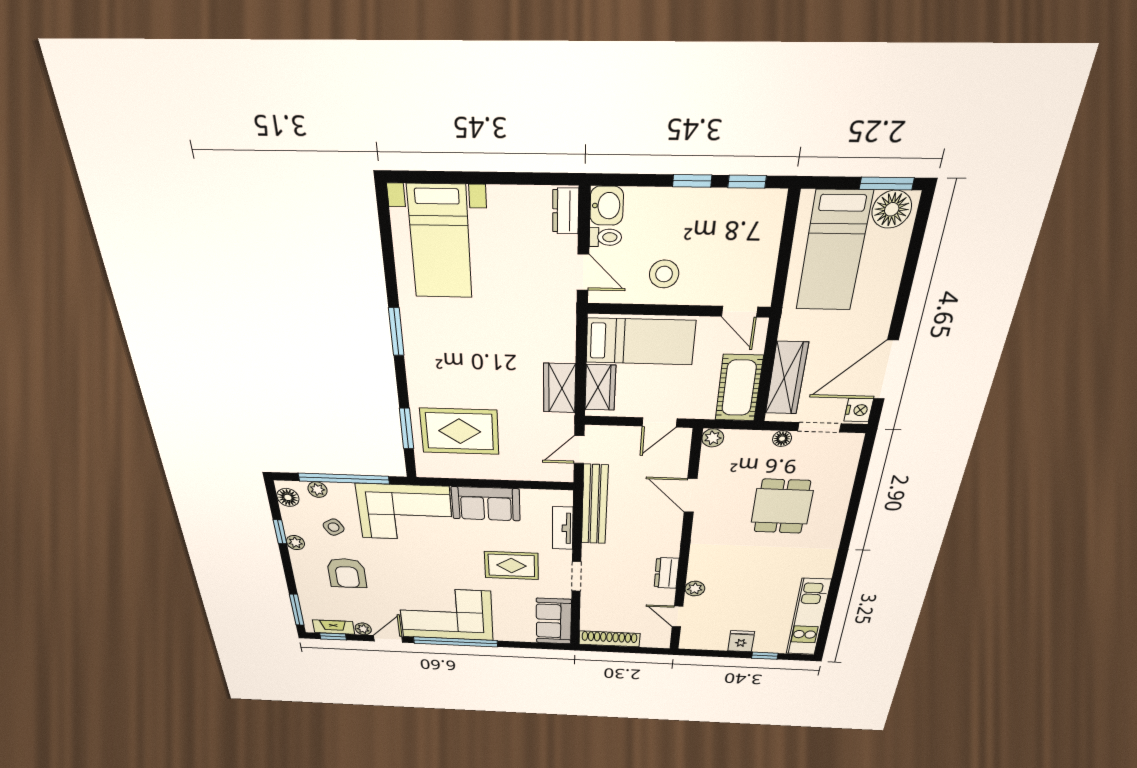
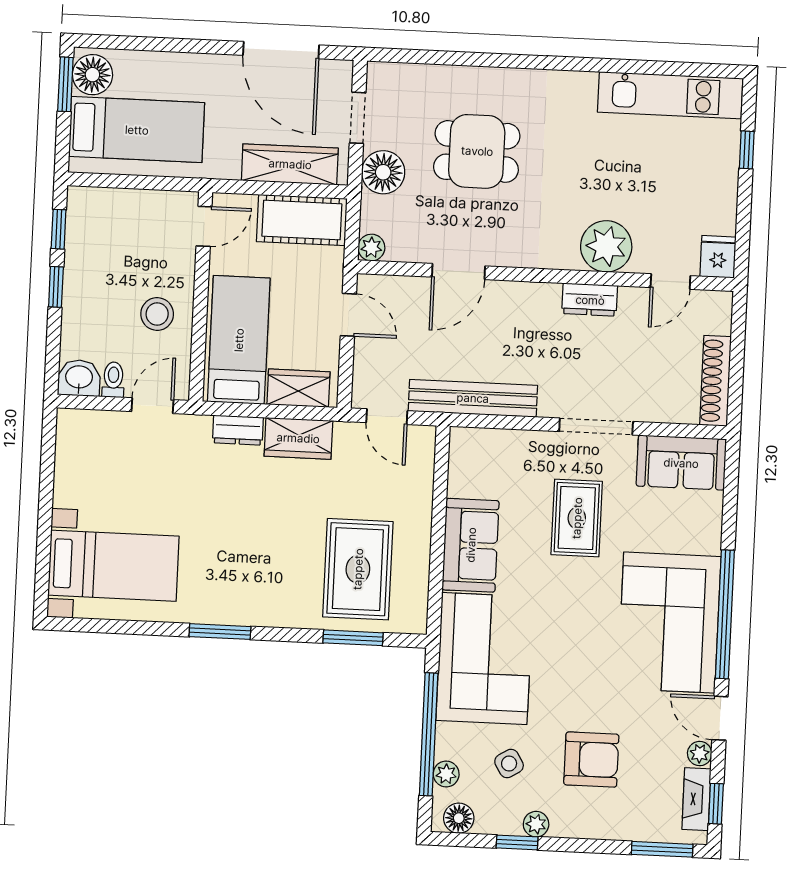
dresser: (566, 211) -> (238, 430), moved
nightstand: (859, 410) -> (334, 74), removed
floor lamp: (782, 439) -> (383, 172), width x1.89, depth x1.89
tv unit: (563, 528) -> (512, 443), removed
doorway: (576, 576) -> (596, 427), width x1.38
plant: (695, 589) -> (606, 246), width x1.87, depth x1.87
fridge: (741, 641) -> (718, 257), moved, turned 90

